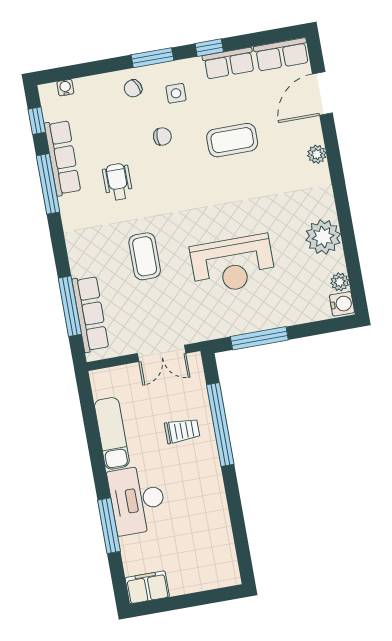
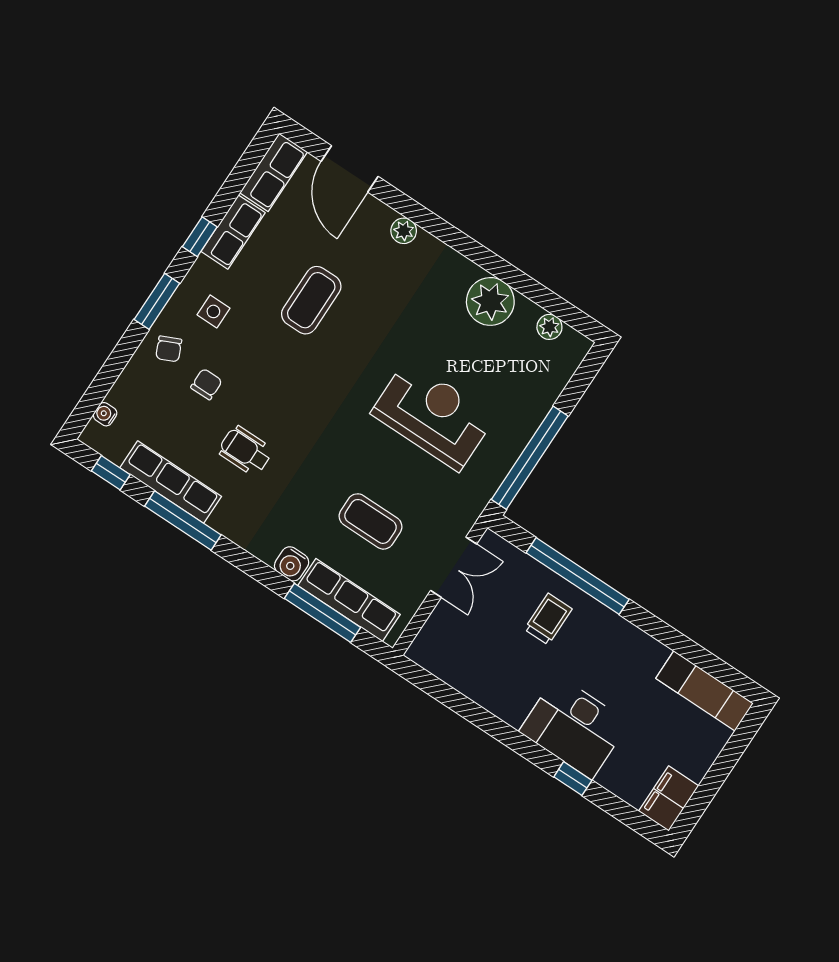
chair: (162, 137) -> (206, 384), moved
coffee table: (145, 256) -> (371, 521), moved
reception desk: (233, 264) -> (433, 415), turned -90
water cooler: (342, 304) -> (292, 564), moved, turned 180
window: (259, 338) -> (530, 458), width x1.46
exam couch: (112, 433) -> (705, 691), moved, turned 180
window: (109, 526) -> (573, 779), width x0.46

